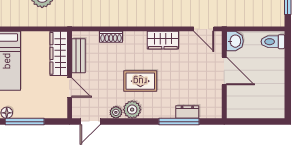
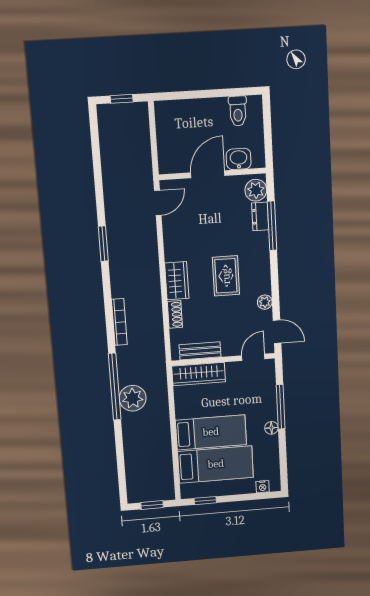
wardrobe: (163, 40) -> (177, 281), moved
washbasin: (235, 41) -> (239, 159), moved
toilet: (273, 42) -> (238, 111), moved
door: (70, 88) -> (253, 357), moved
plant: (132, 110) -> (256, 190), moved

